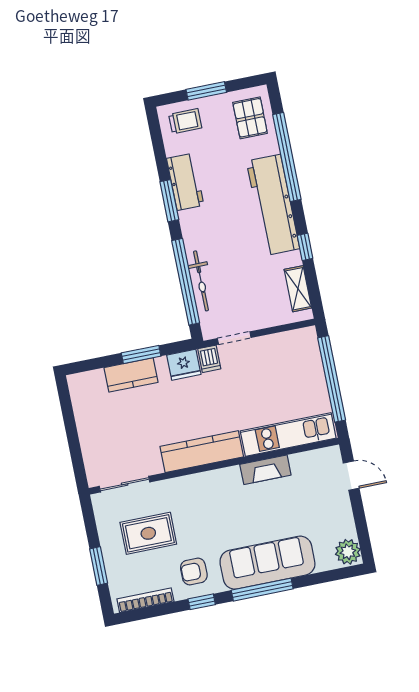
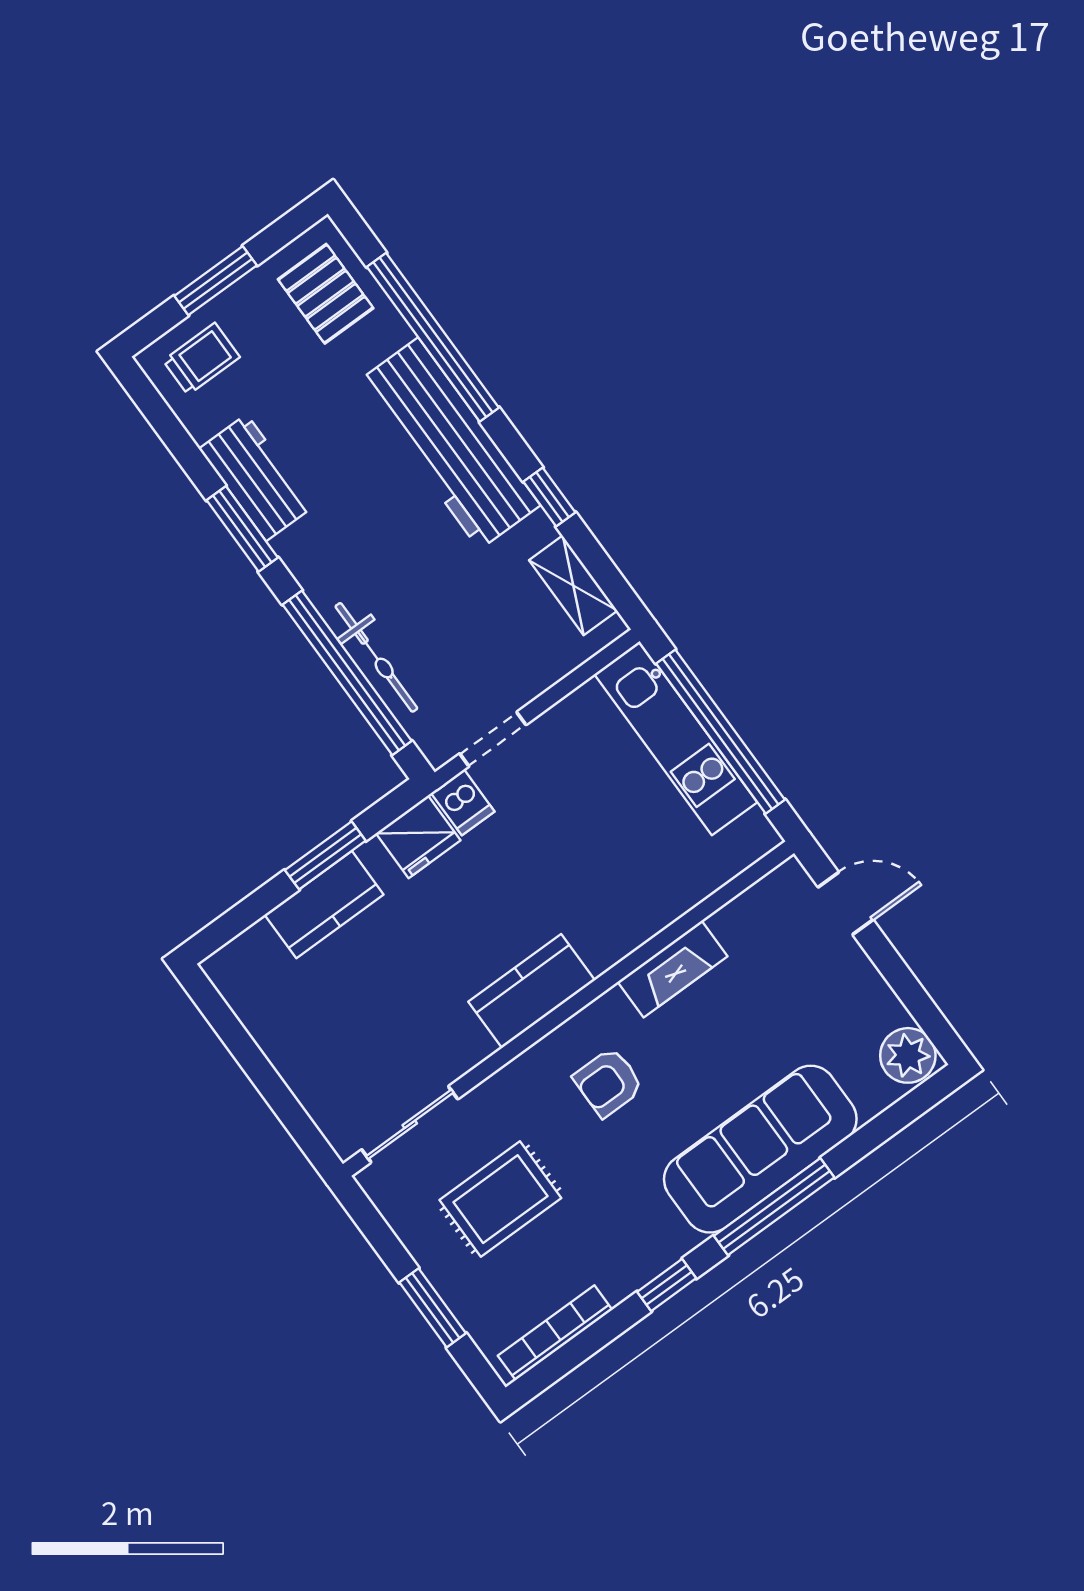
kitchen unit: (288, 435) -> (676, 738), moved, turned -90
kitchen counter: (202, 452) -> (532, 991), width x0.67
armchair: (194, 571) -> (608, 1082), moved

